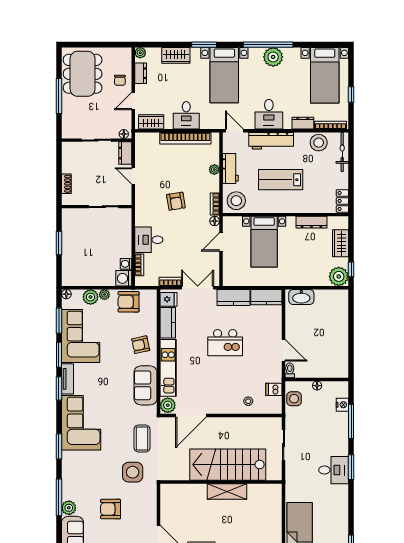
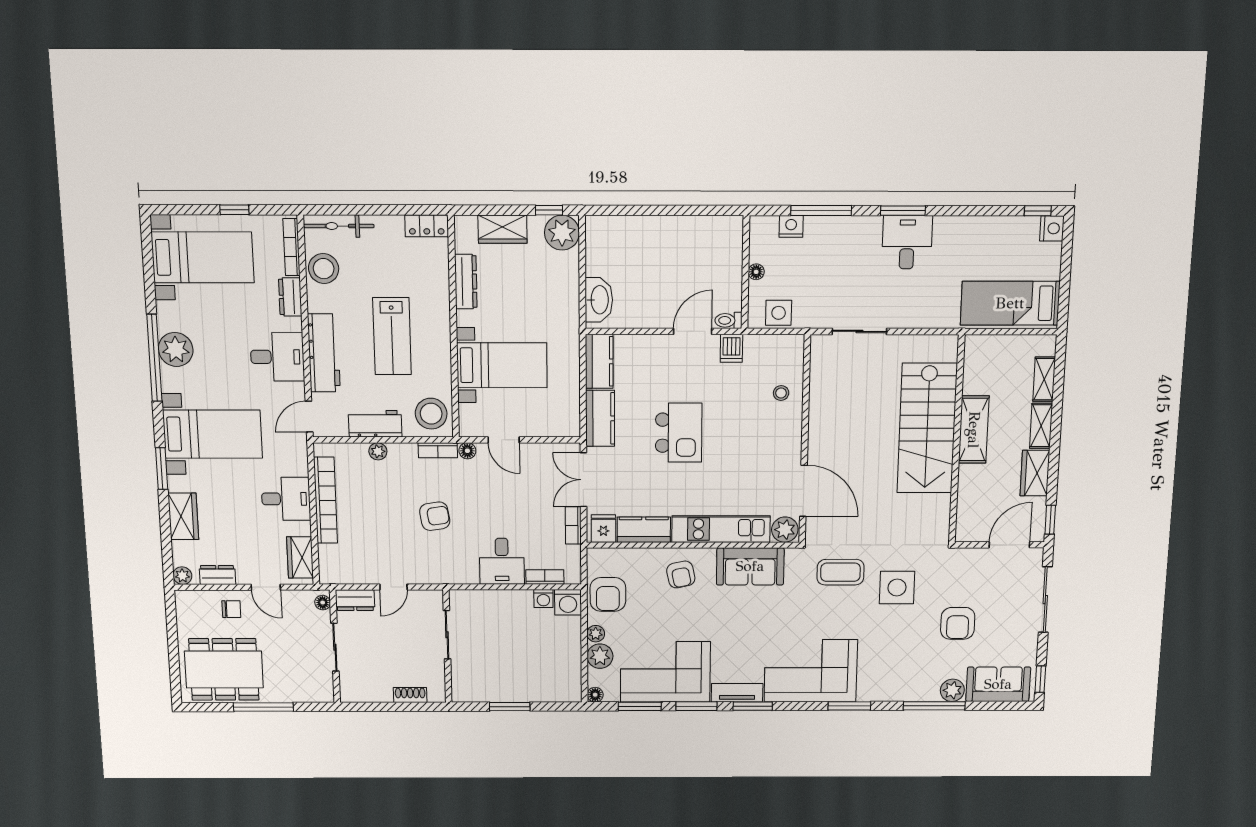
dishwasher: (274, 389) -> (731, 348), moved
stairs: (228, 465) -> (927, 428), moved
wall: (221, 482) -> (957, 440), moved
shelving: (227, 491) -> (974, 430), moved

